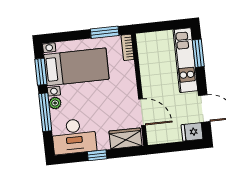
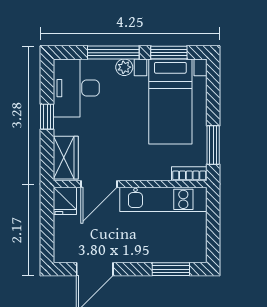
kitchen unit: (185, 60) -> (163, 199), moved, turned 180
fridge: (192, 132) -> (65, 201), moved, turned 180

